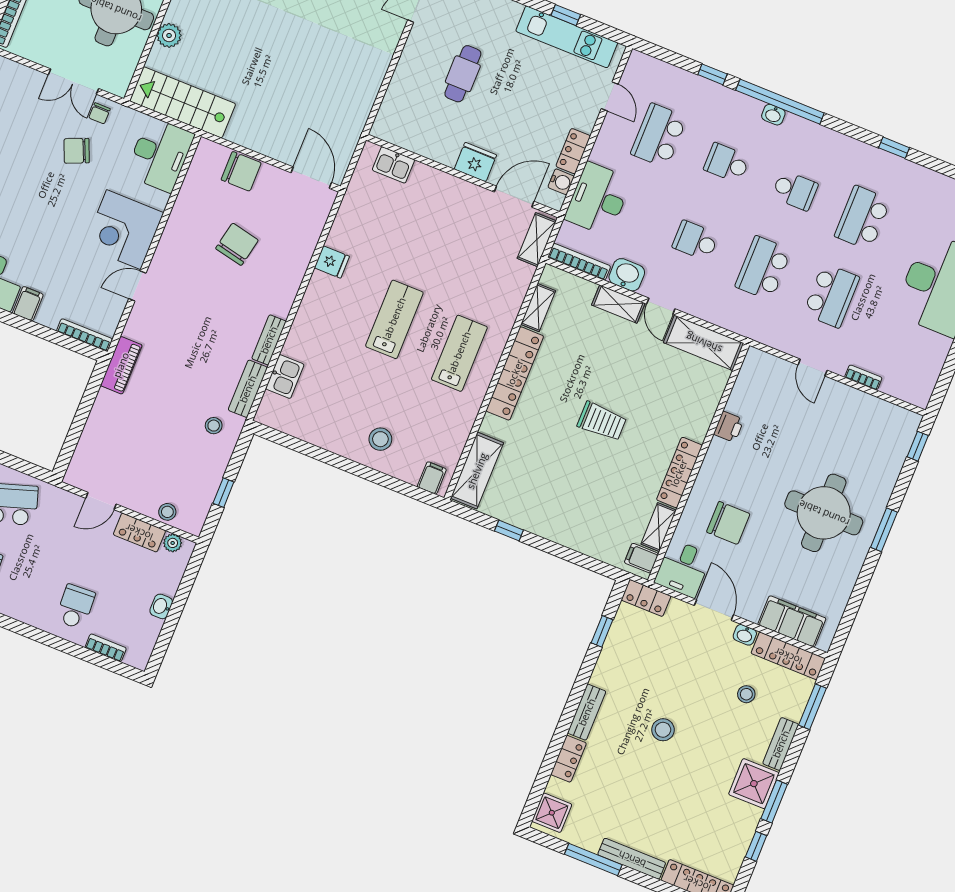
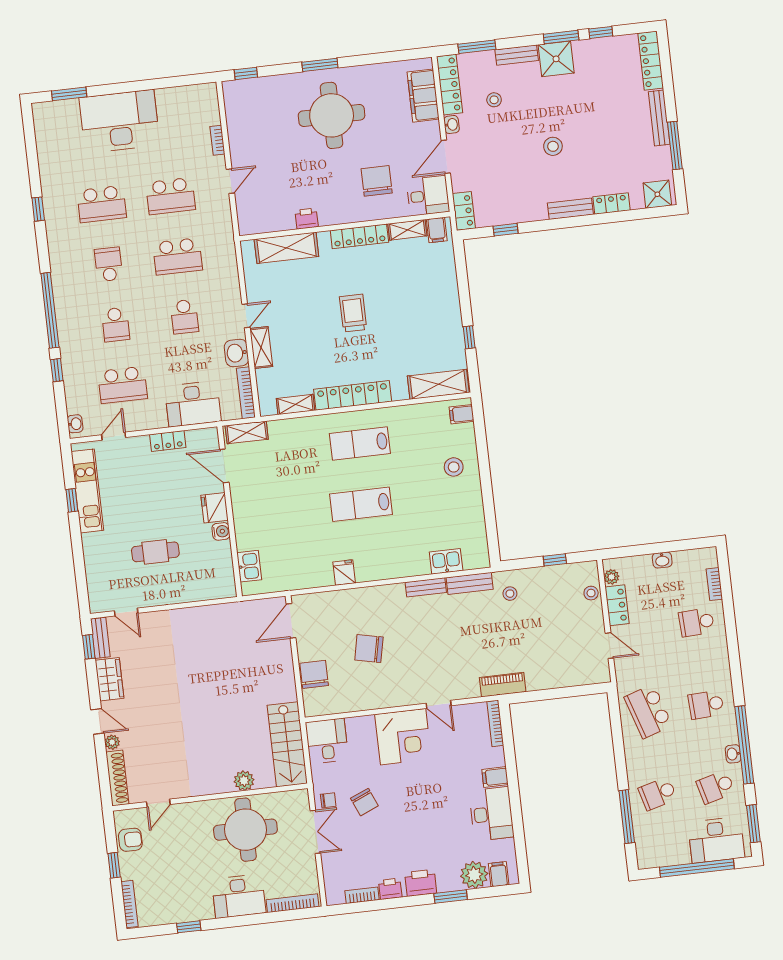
washbasin: (773, 115) -> (75, 424), moved
desk: (160, 155) -> (327, 741), width x0.73
water cooler: (561, 182) -> (221, 531), moved, turned 90
school desk: (831, 296) -> (171, 196), turned 180
shelving: (704, 343) -> (286, 248), moved, turned 90

